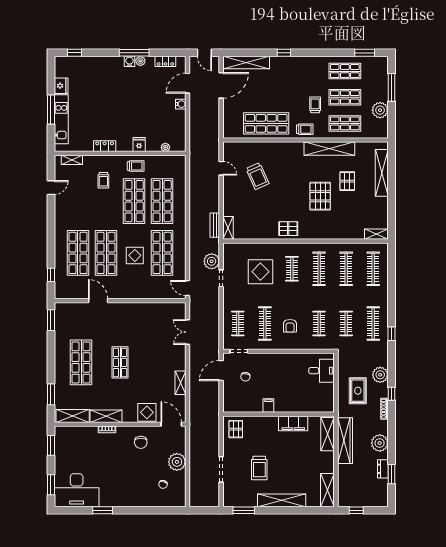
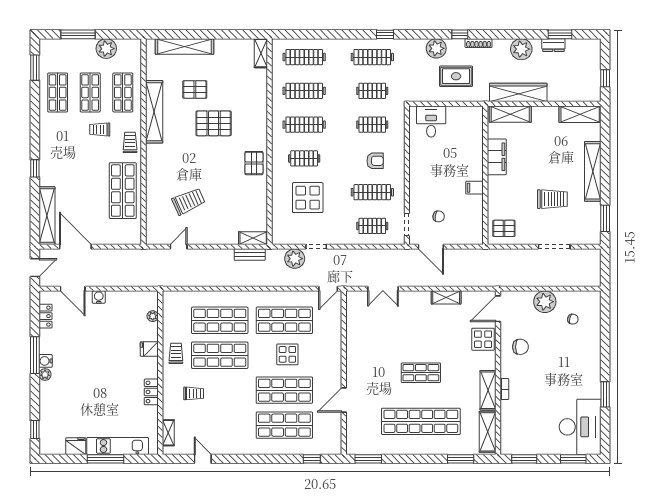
plant: (140, 61) -> (45, 375), moved
shop shelf: (81, 362) -> (421, 421), width x1.40

